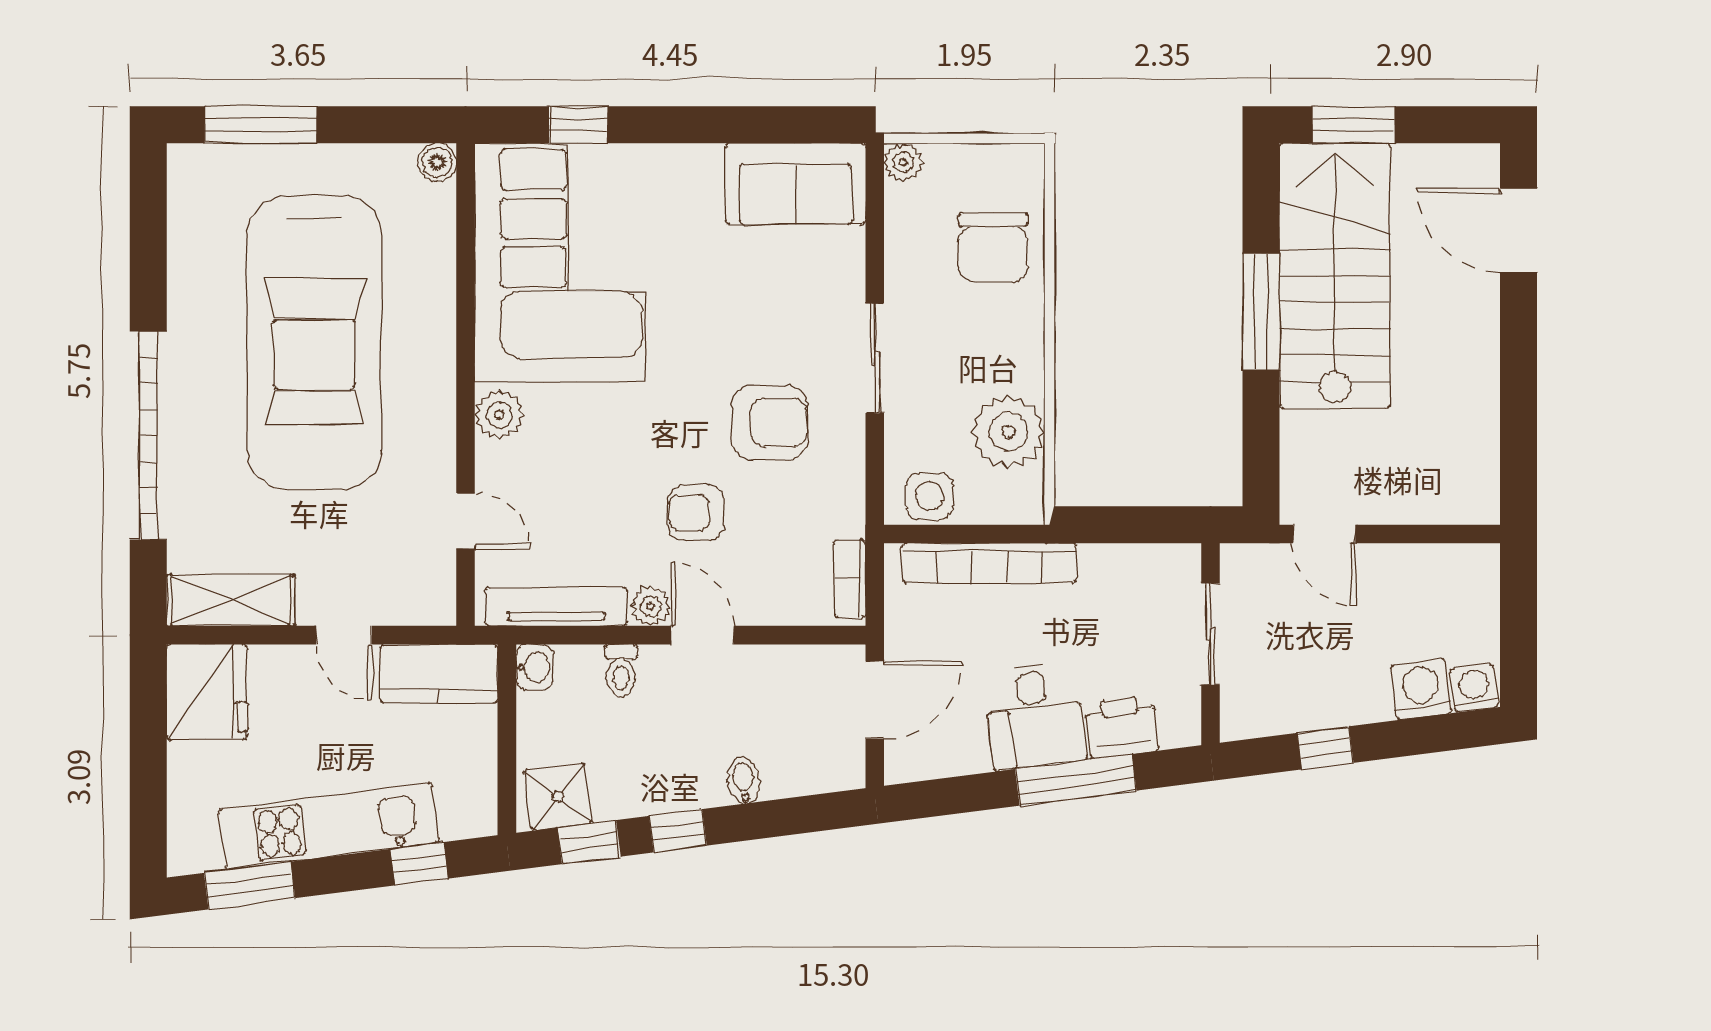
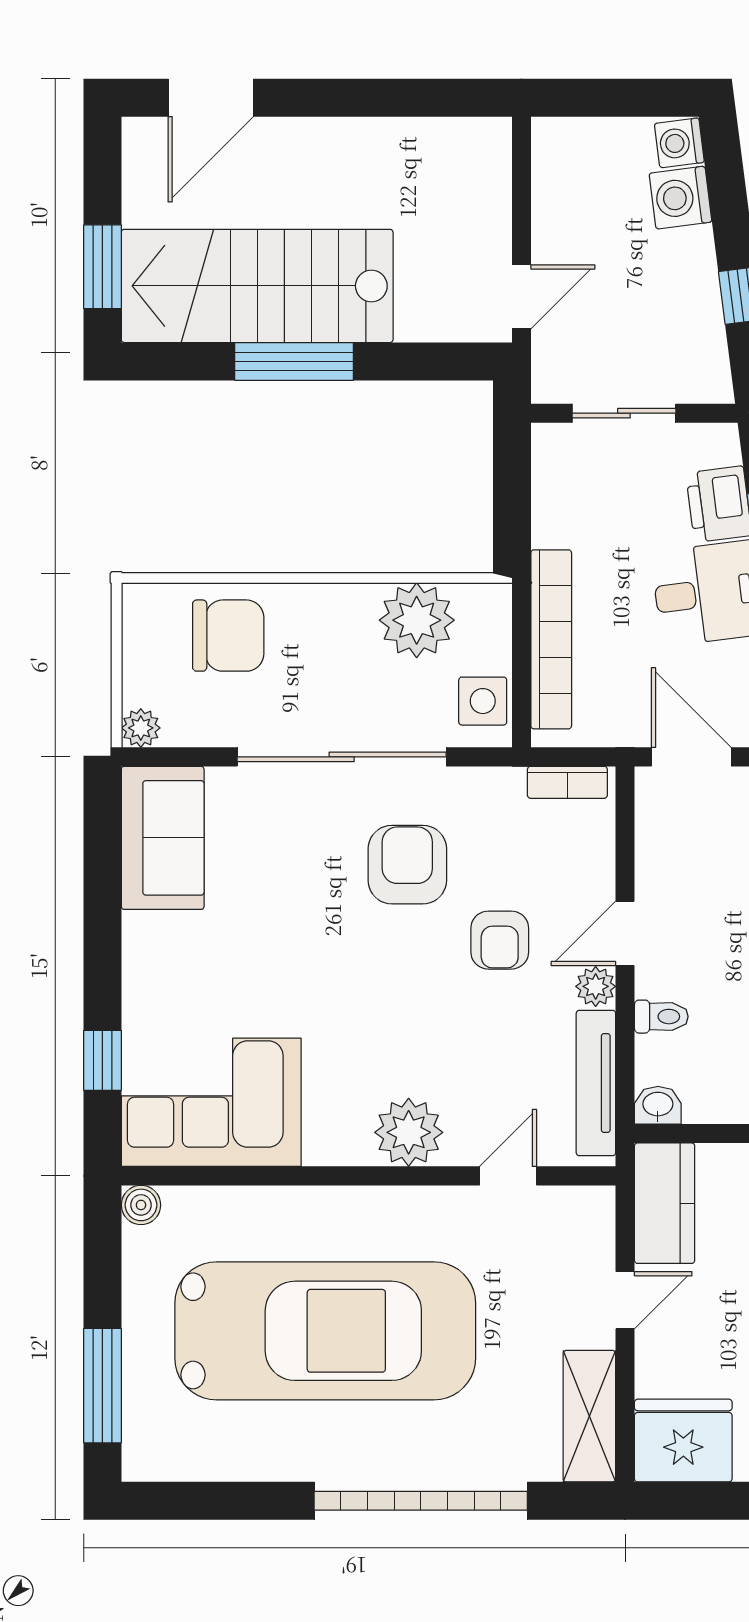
corner sofa: (560, 263) -> (211, 1102), width x0.73, depth x0.74
sliding door: (875, 358) -> (342, 757), width x1.86
plant: (499, 415) -> (409, 1132), width x1.36, depth x1.36

